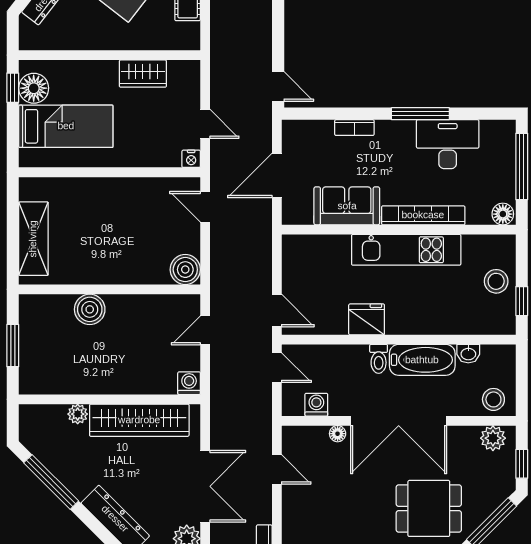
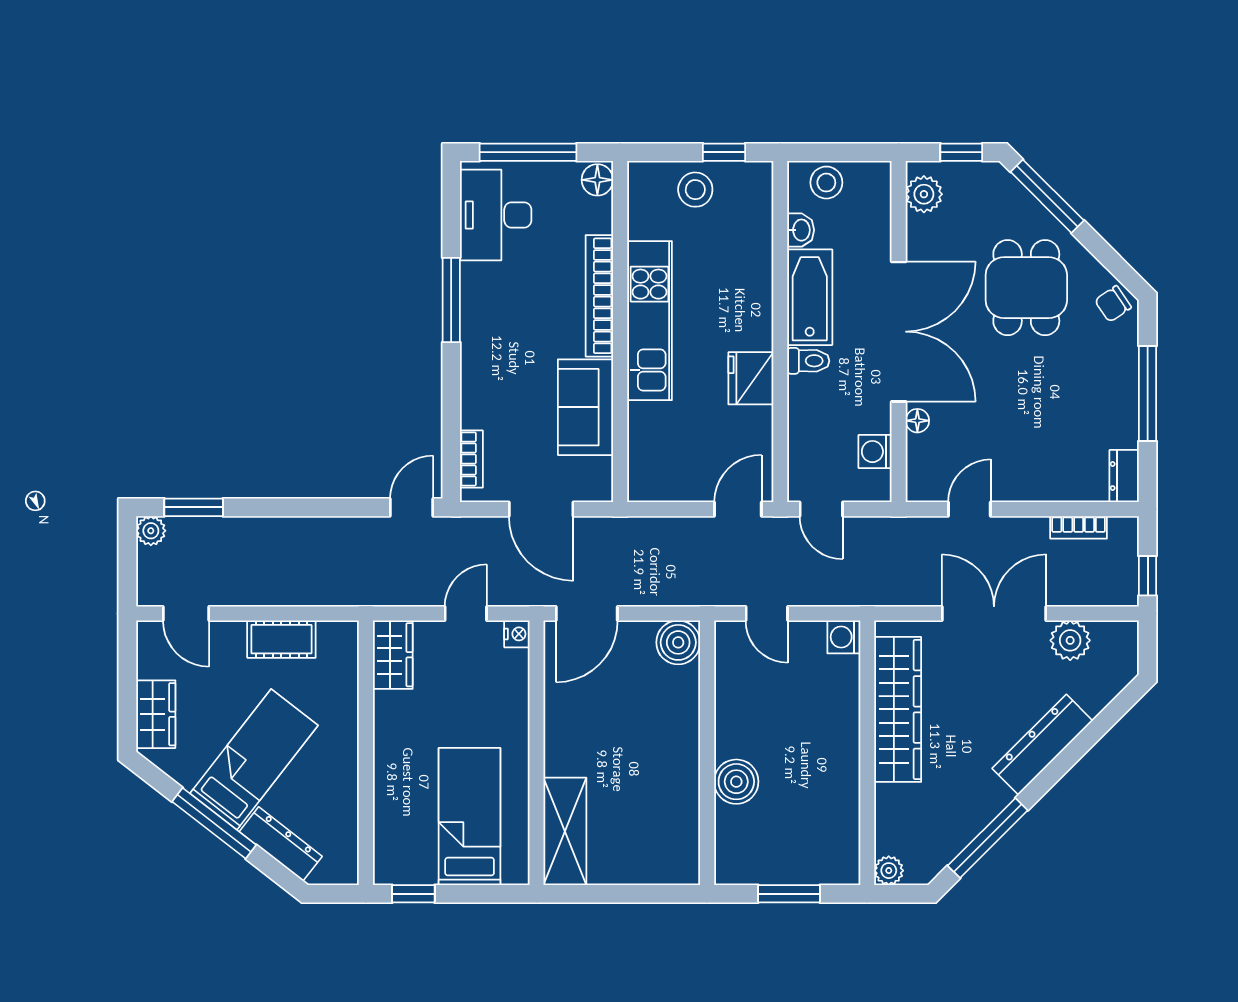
wardrobe: (143, 74) -> (393, 655), moved
floor lamp: (34, 88) -> (414, 863), removed
bookcase: (354, 128) -> (471, 459), moved
desk: (448, 144) -> (496, 215), moved
door: (205, 207) -> (587, 614), width x1.38
shelving: (33, 239) -> (565, 831), moved, turned 90
door: (277, 368) -> (821, 509), swing flipped
stool: (493, 399) -> (826, 183), moved
plant: (78, 414) -> (889, 871), moved

